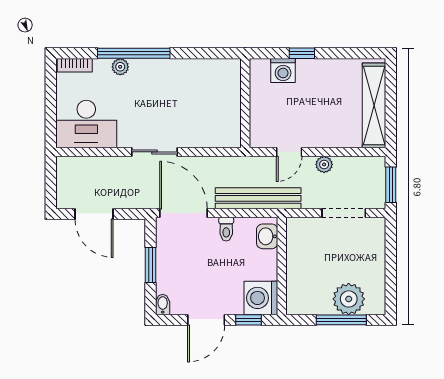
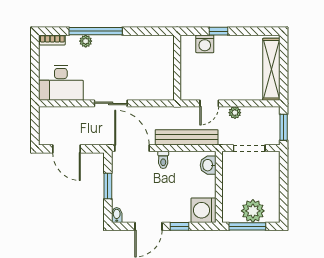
washbasin: (267, 236) -> (208, 165), moved
wall: (282, 266) -> (219, 187), moved
washing machine: (261, 298) -> (203, 210), moved

